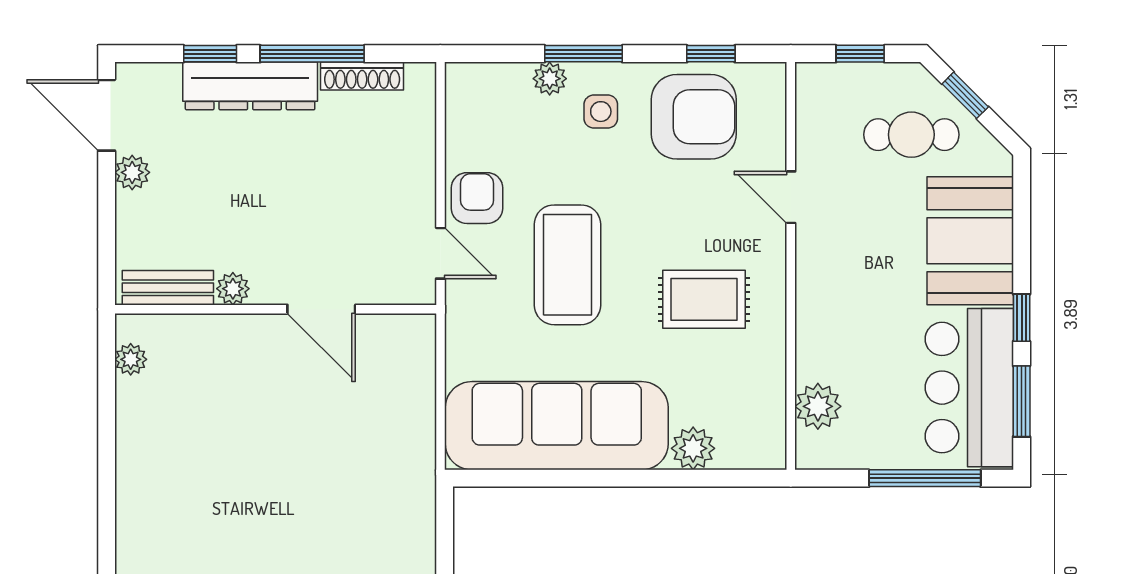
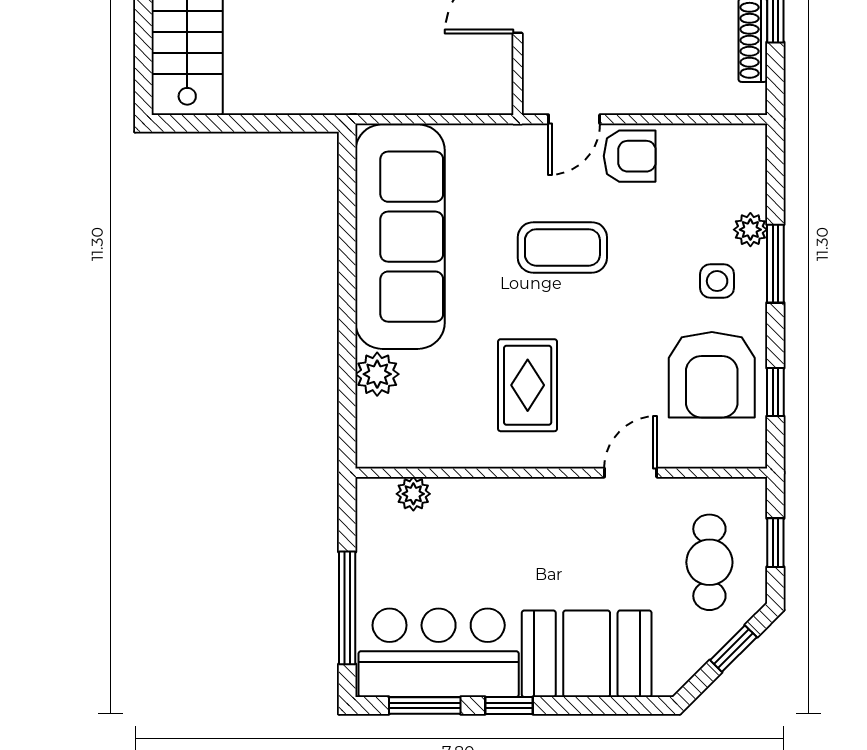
cafe table: (911, 135) -> (709, 562), moved
coffee table: (568, 265) -> (562, 247), width x0.73, depth x0.76
plant: (818, 406) -> (413, 494), width x0.73, depth x0.73

